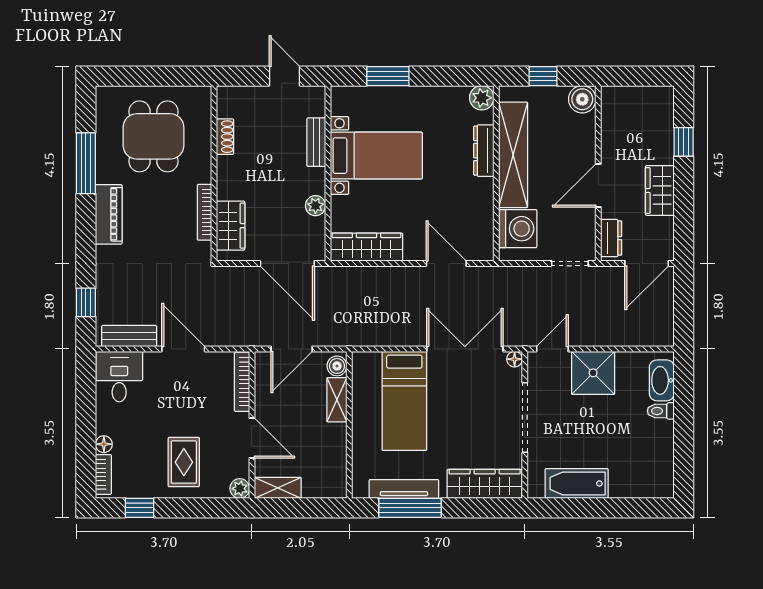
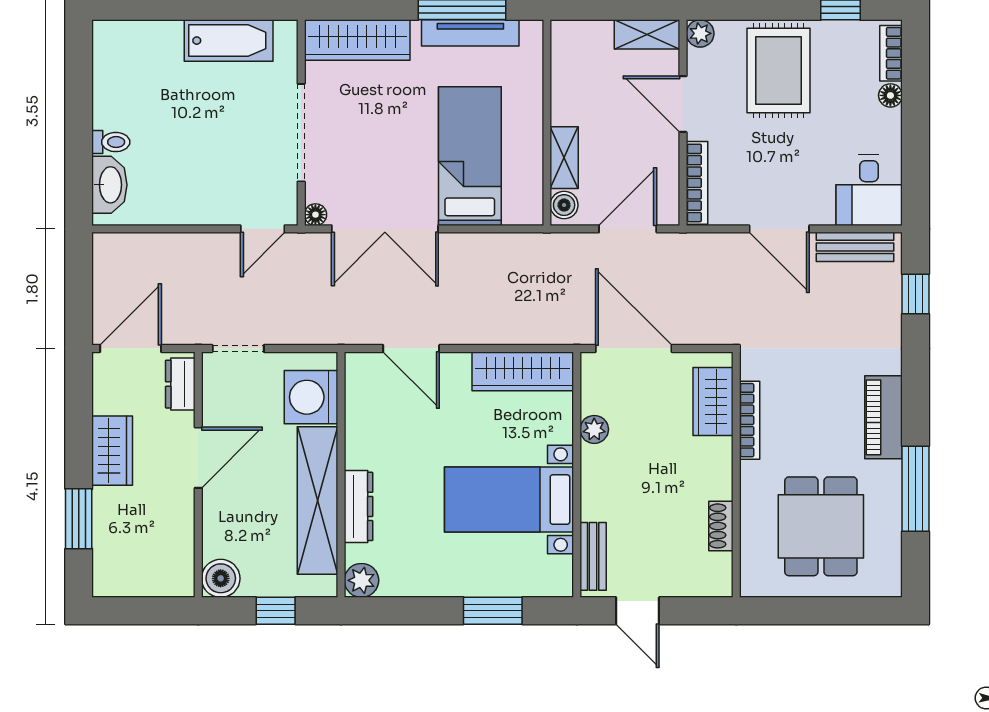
bench: (316, 142) -> (593, 556), moved
window: (684, 142) -> (79, 519), width x1.50
shower: (593, 373) -> (206, 195), removed
rug: (184, 462) -> (778, 71), width x1.36, depth x1.43

